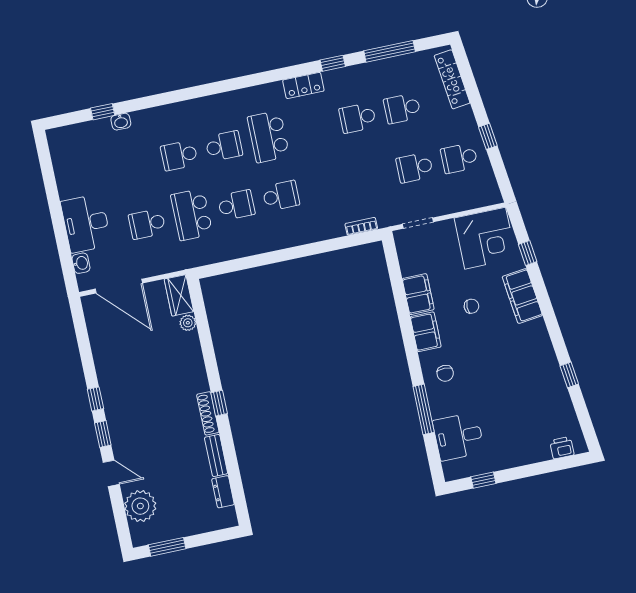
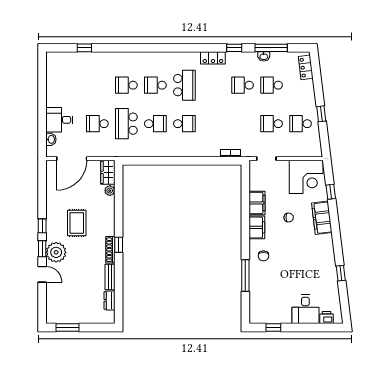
locker: (452, 79) -> (306, 67), width x0.66
washbasin: (121, 122) -> (264, 56), moved
school desk: (268, 137) -> (184, 85), turned 180
school desk: (224, 146) -> (155, 85), turned 180
desk: (86, 223) -> (59, 120), width x0.73
door: (119, 286) -> (72, 159), hinge flipped
rug: (148, 383) -> (77, 223), added
desk: (459, 436) -> (305, 309), moved, turned -90
plant: (140, 506) -> (56, 252), moved

